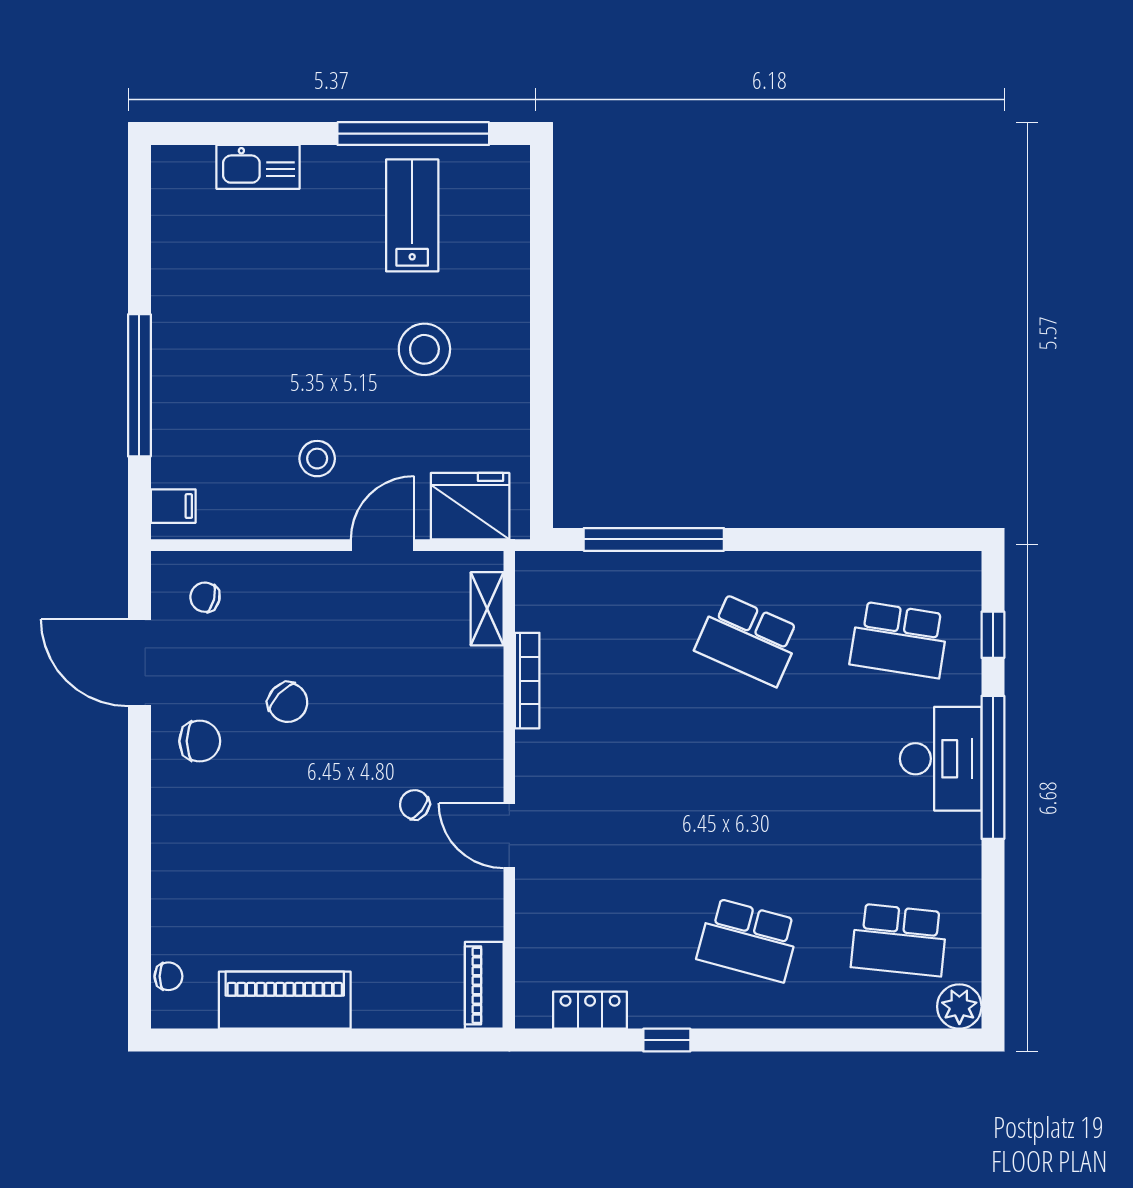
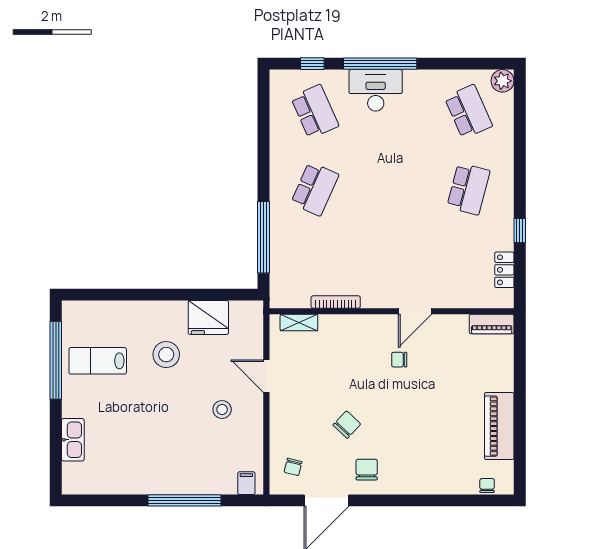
fridge: (470, 506) -> (208, 317), moved, turned -90
school desk: (899, 640) -> (315, 112), turned -33
chair: (415, 805) -> (399, 360), turned 52
school desk: (899, 940) -> (468, 112), turned -30

